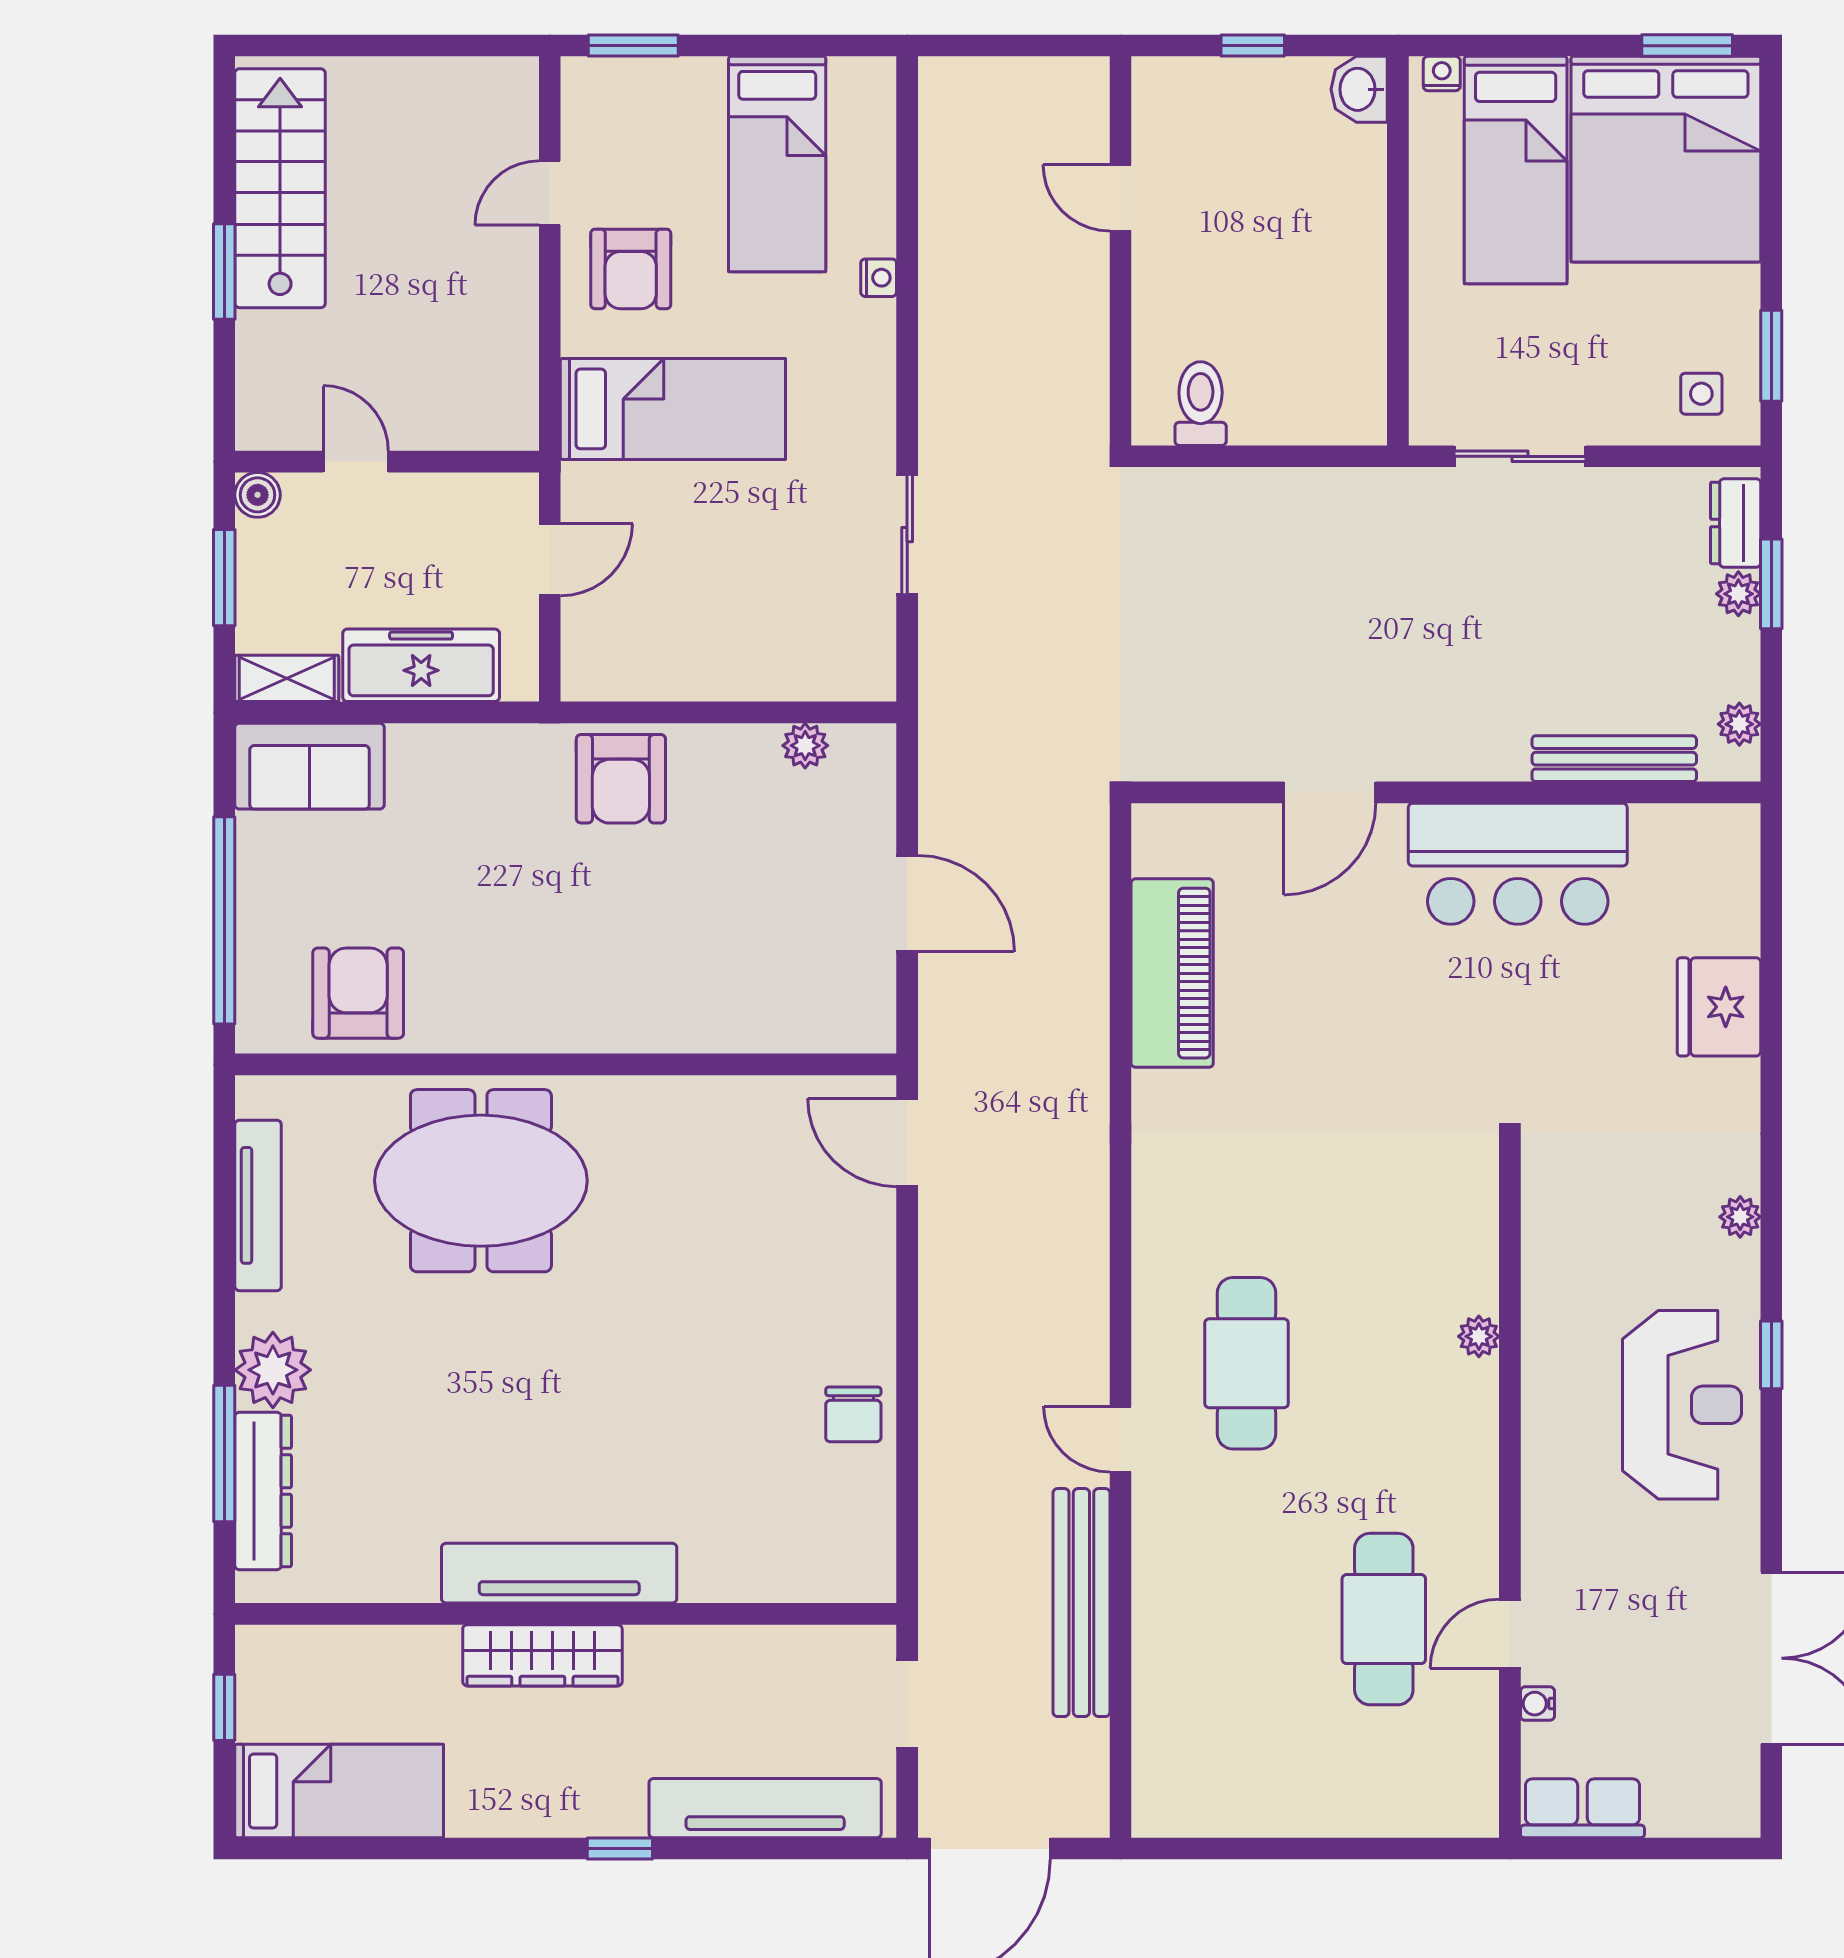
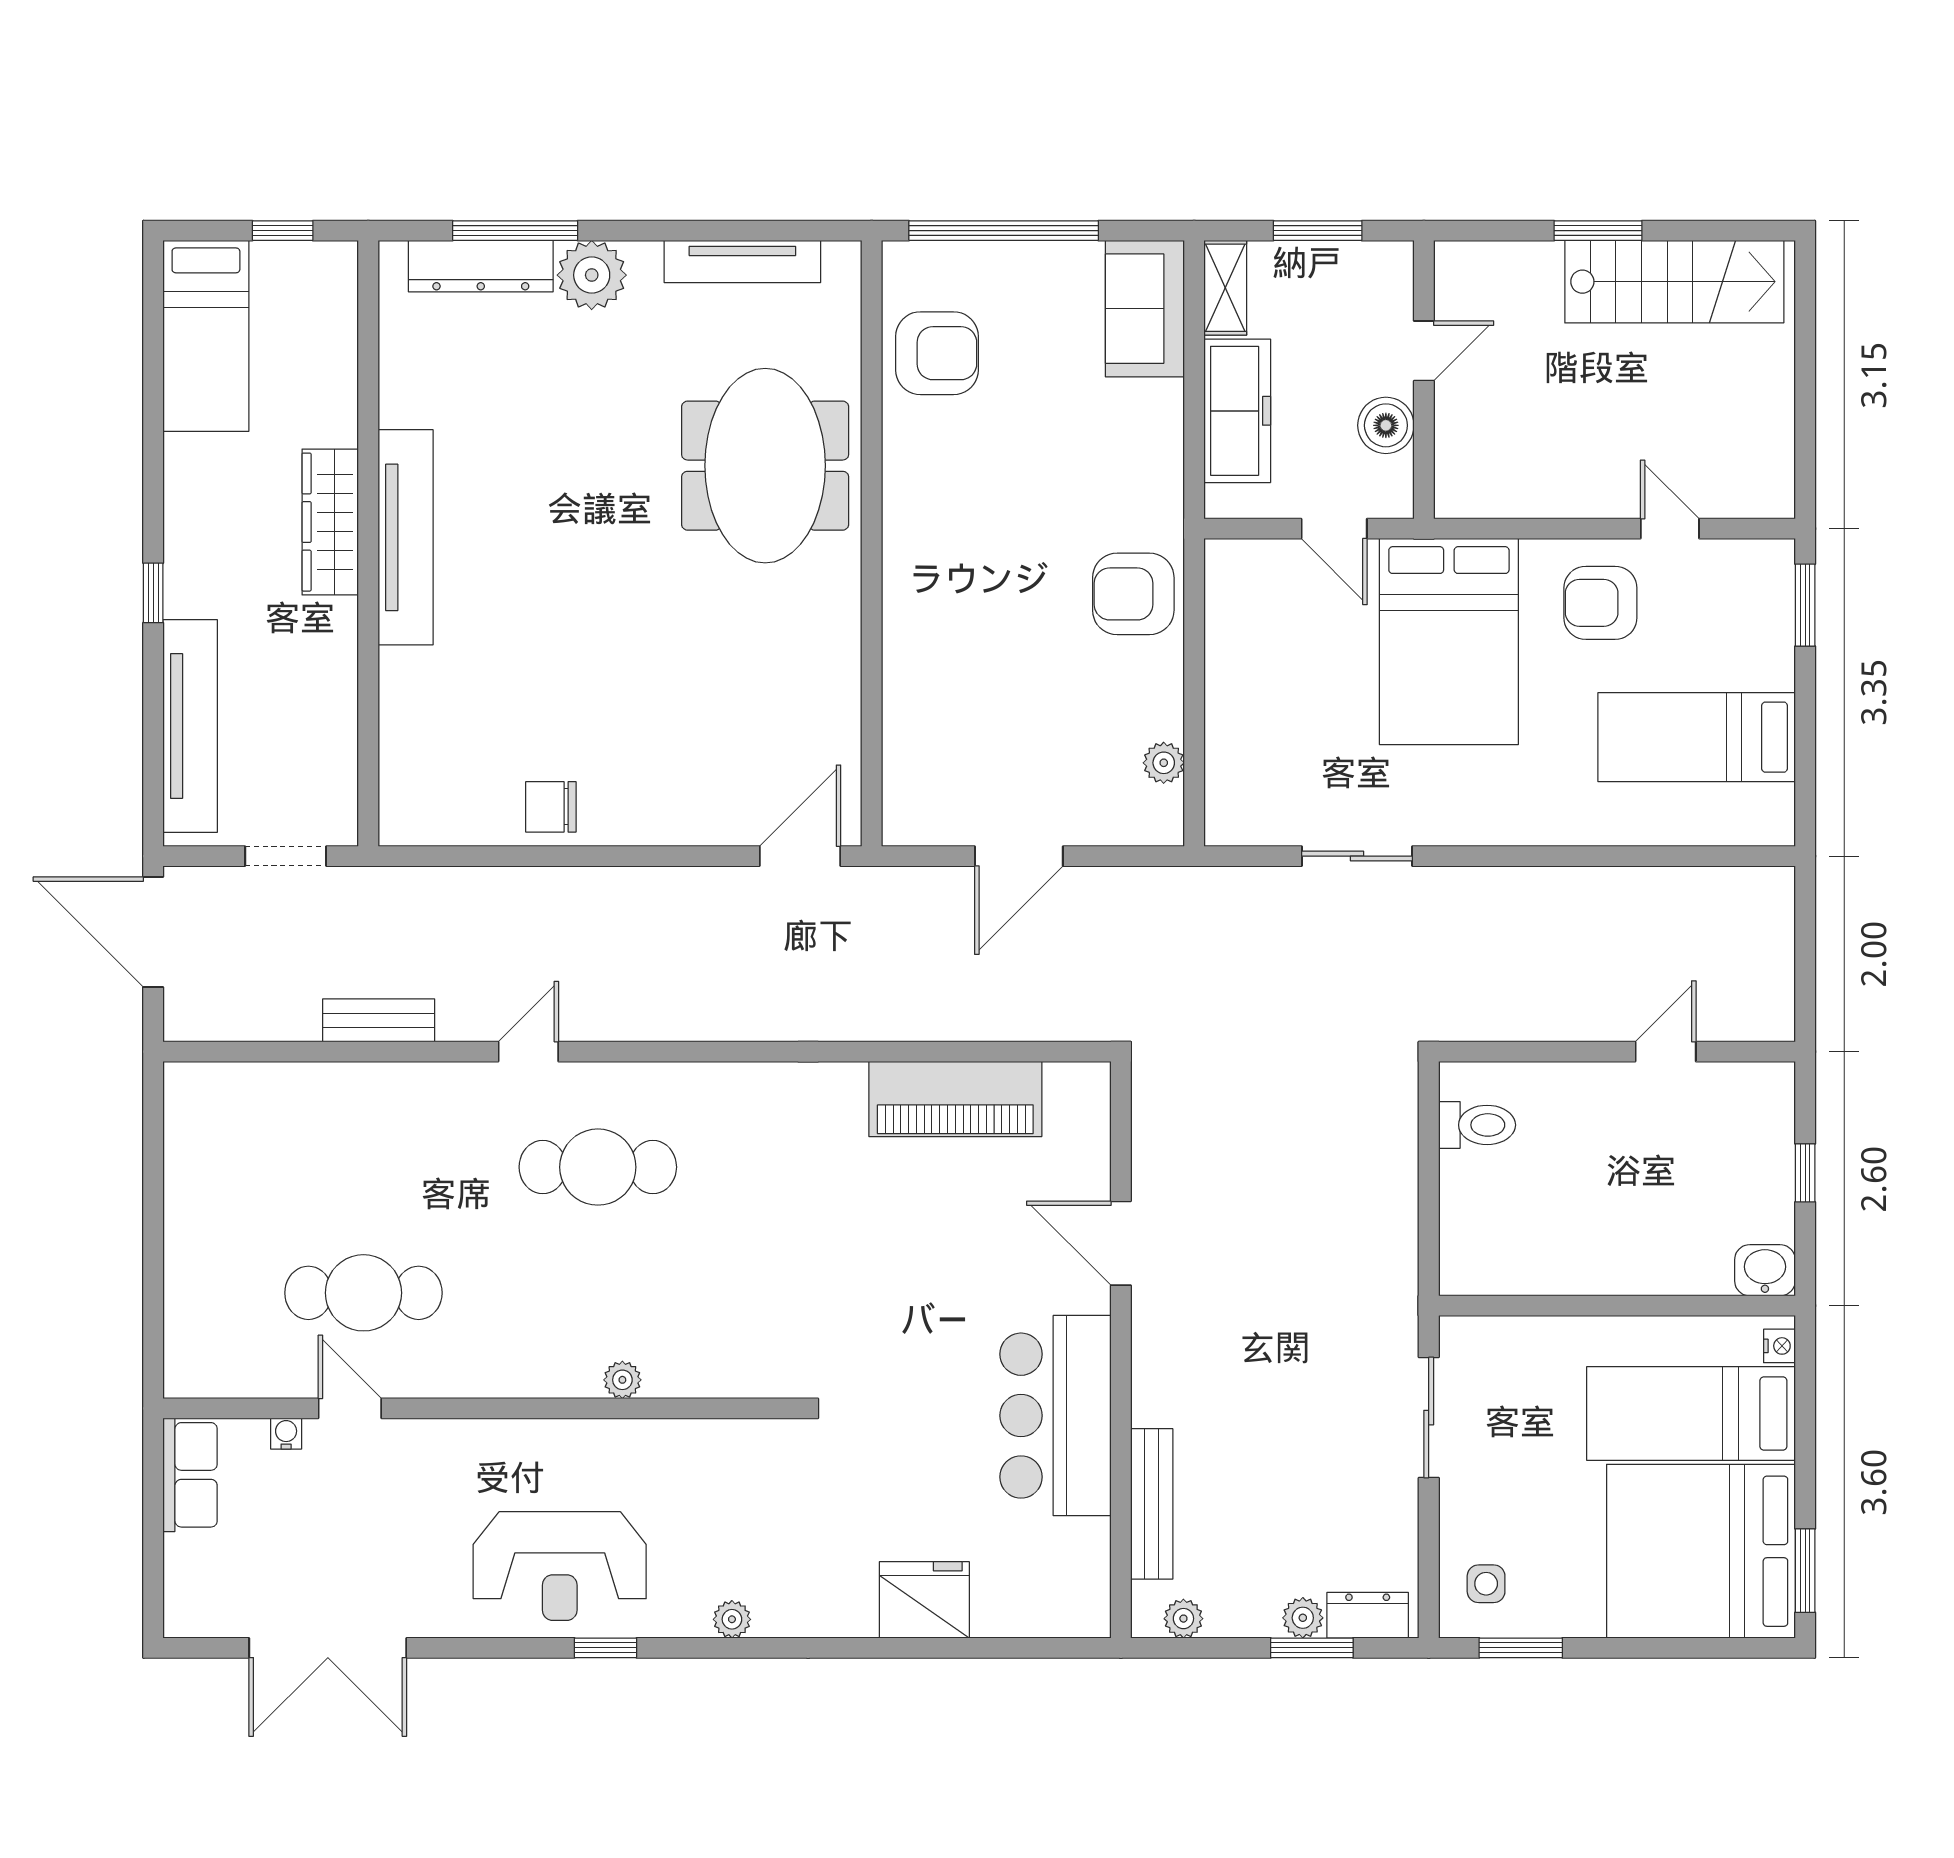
nightstand: (879, 278) -> (1592, 830), removed
bed: (673, 409) -> (1449, 641), width x1.50
boiler: (258, 495) -> (1386, 425), moved, width x1.36, depth x1.36
bench: (1081, 1603) -> (379, 1020), width x0.54, depth x0.82

